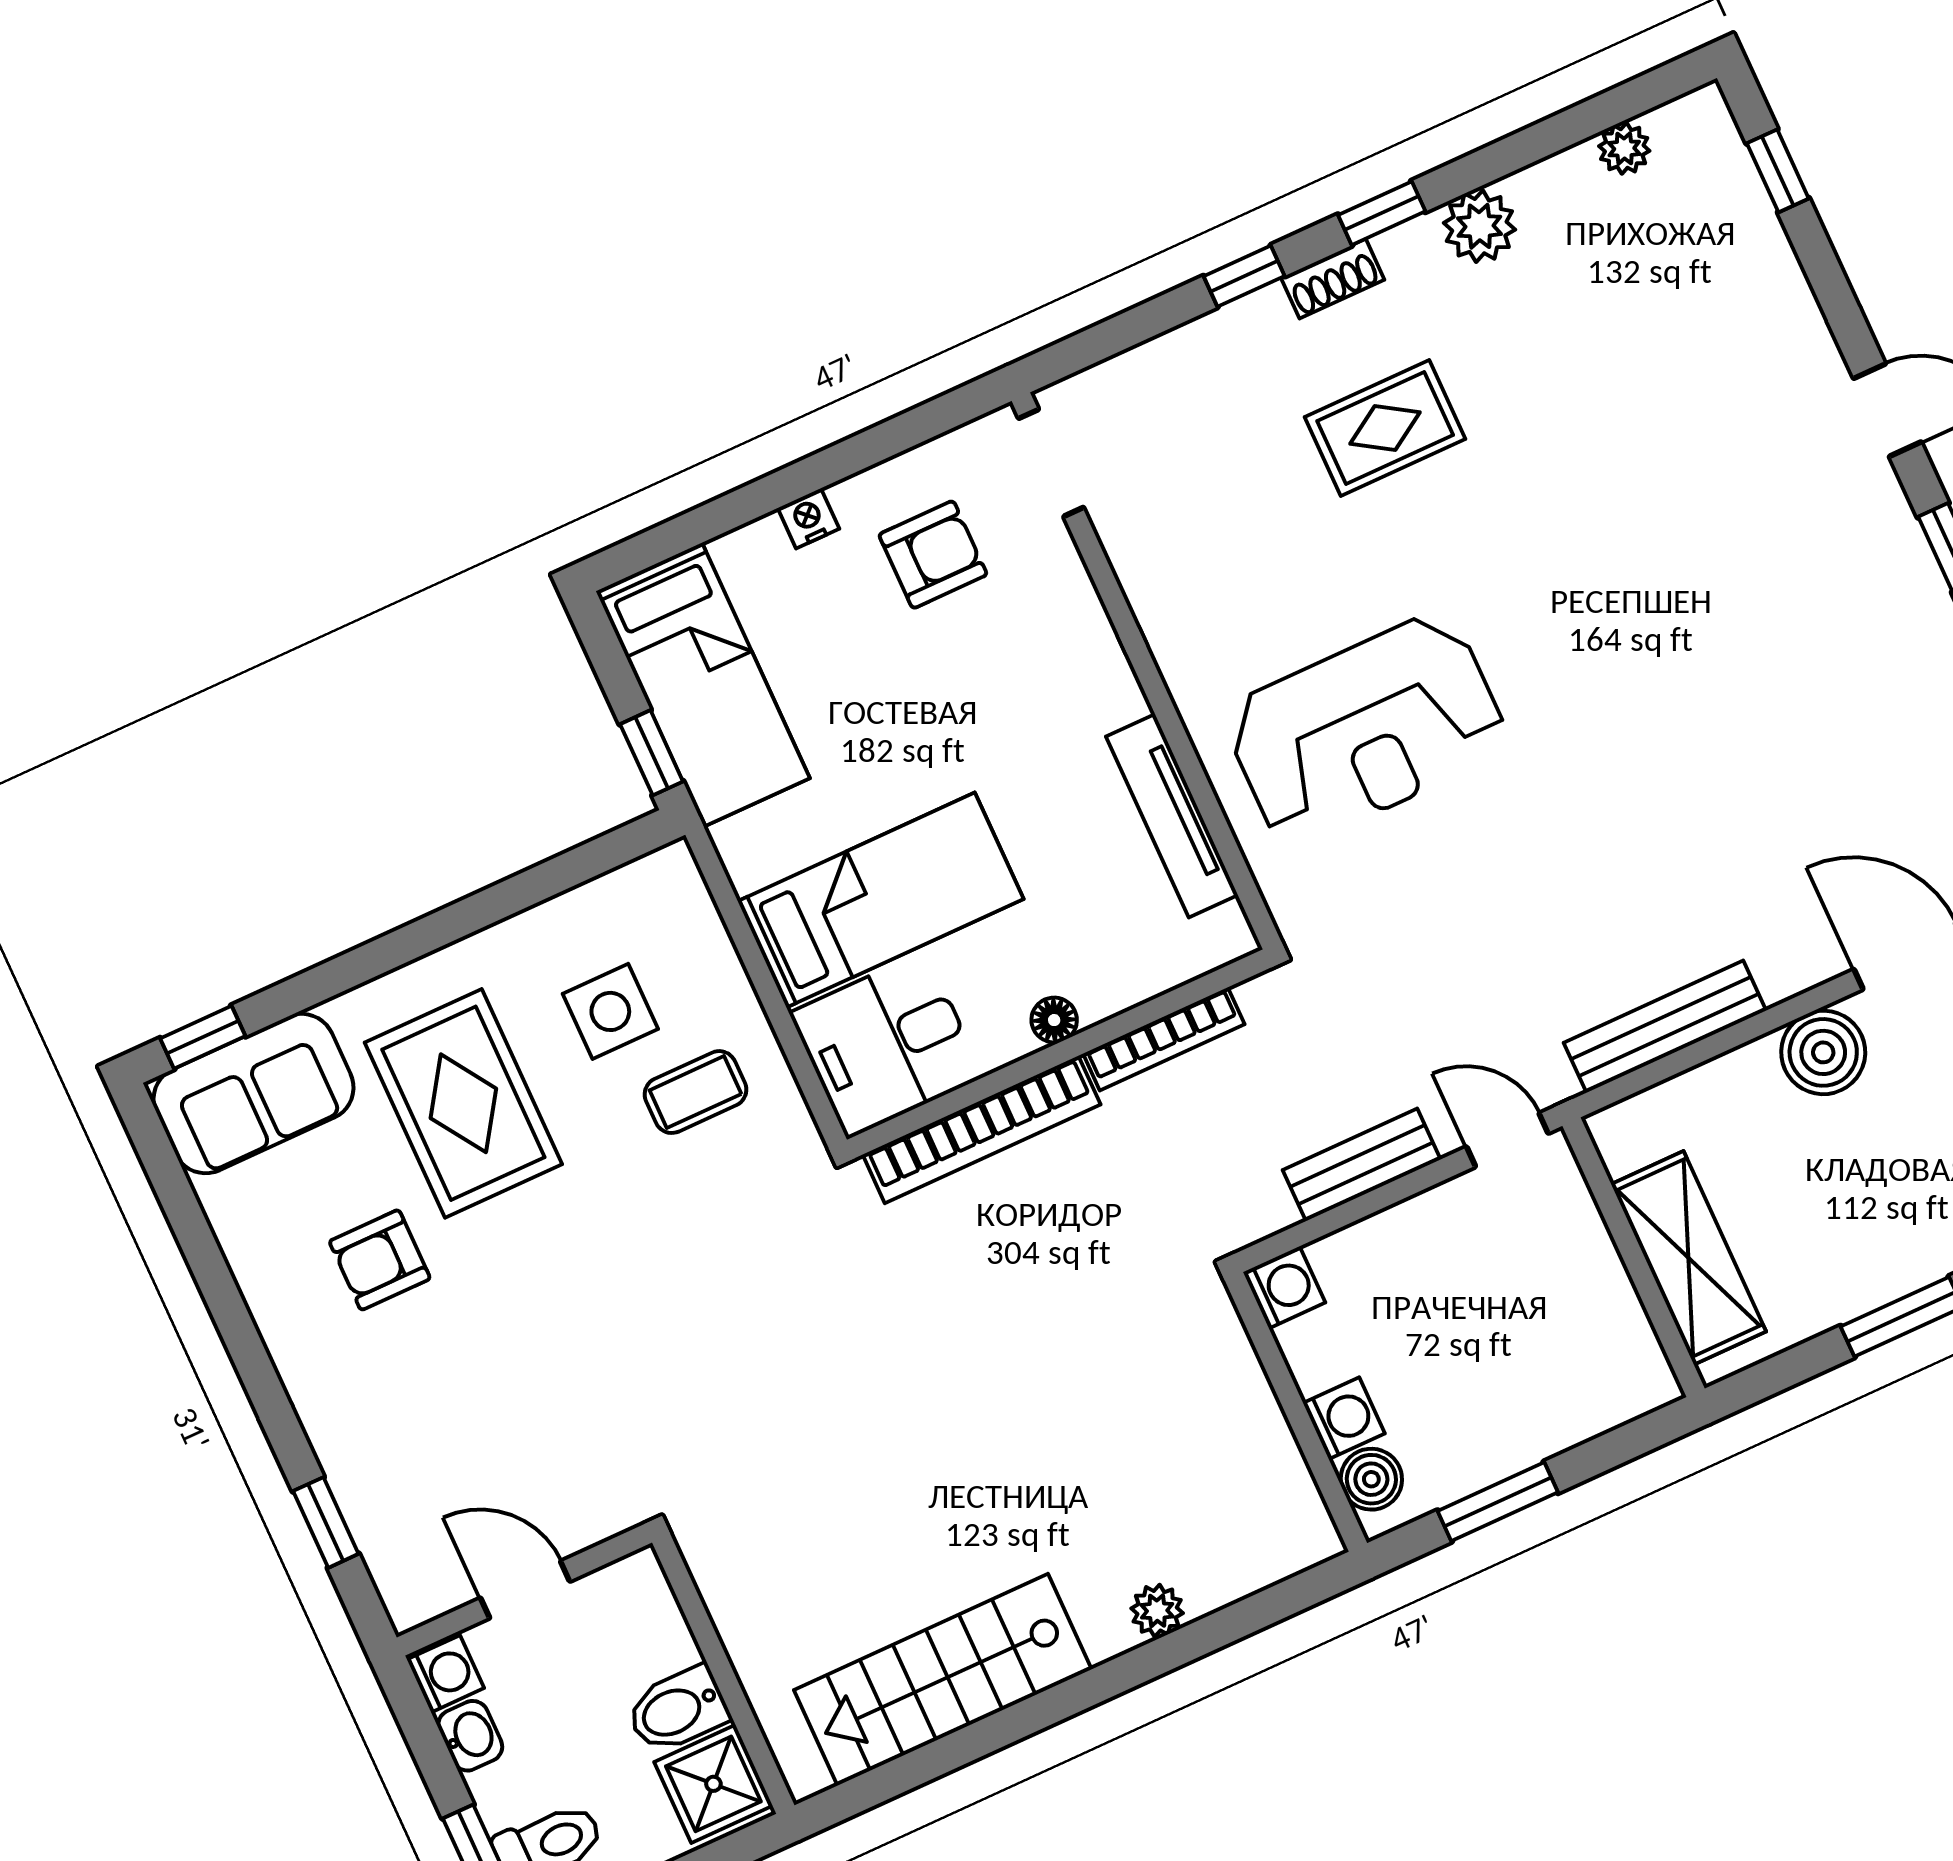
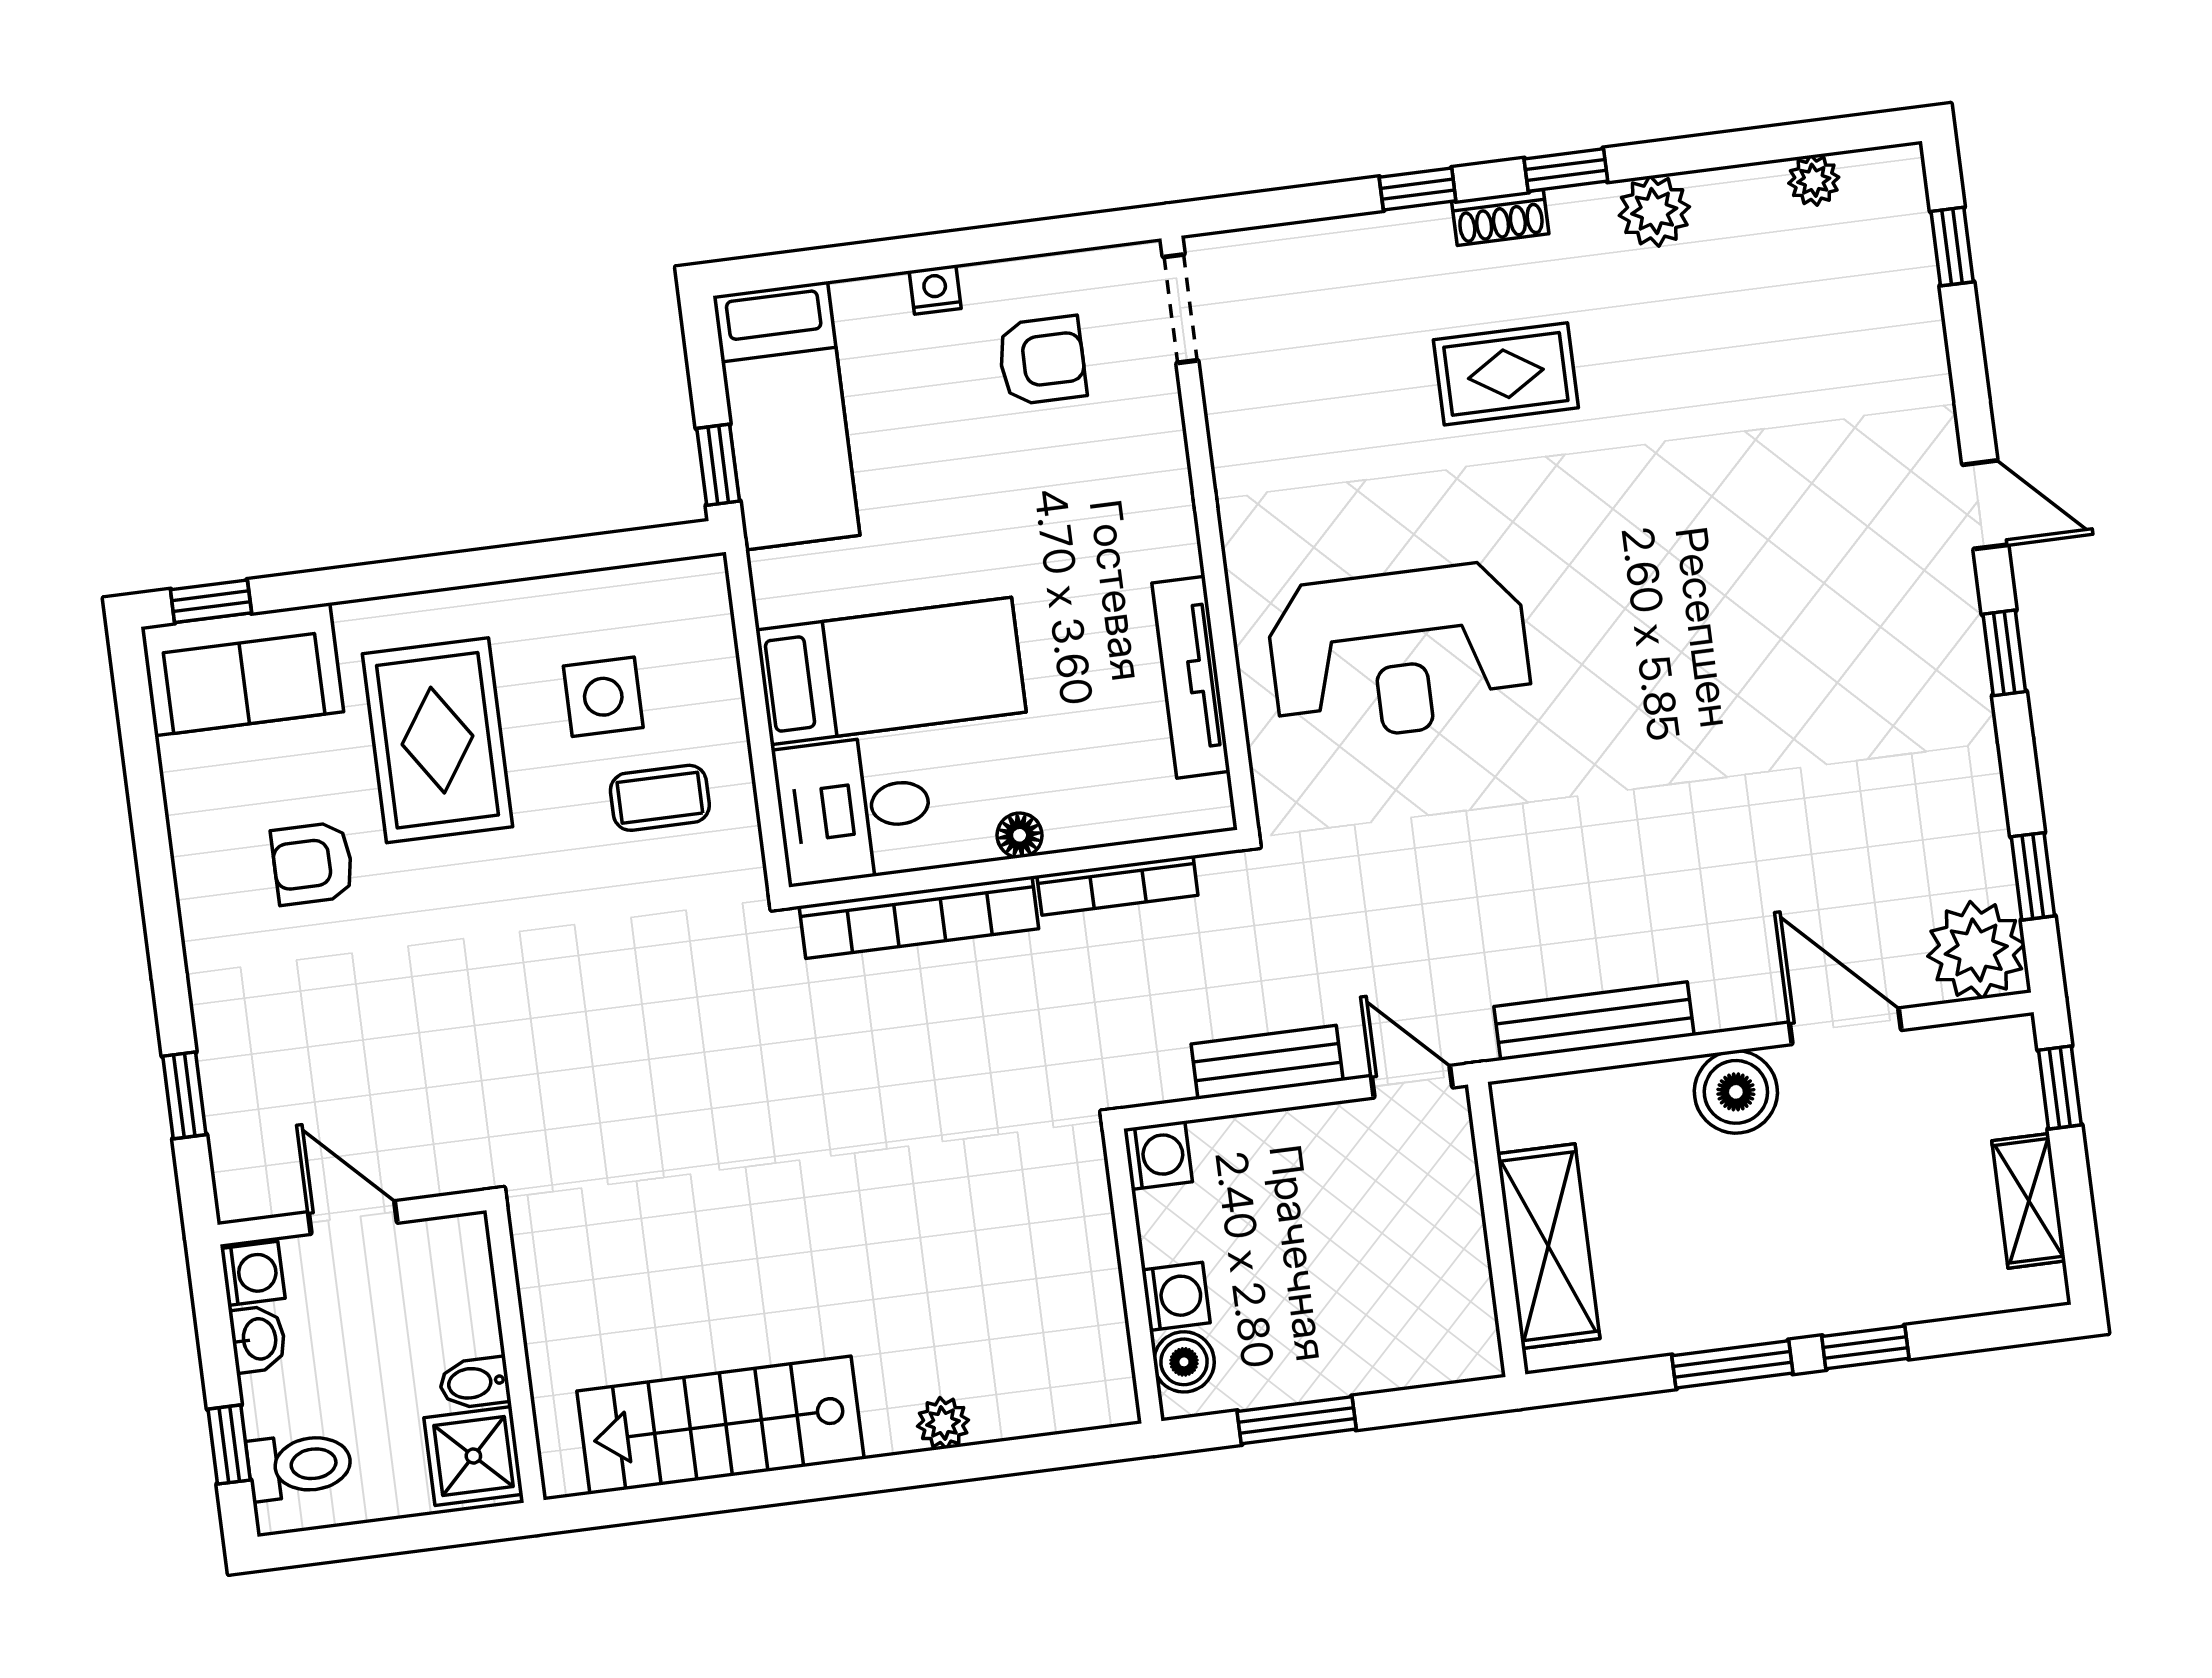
bidet: (677, 1710) -> (475, 1383), width x0.72, depth x0.74

